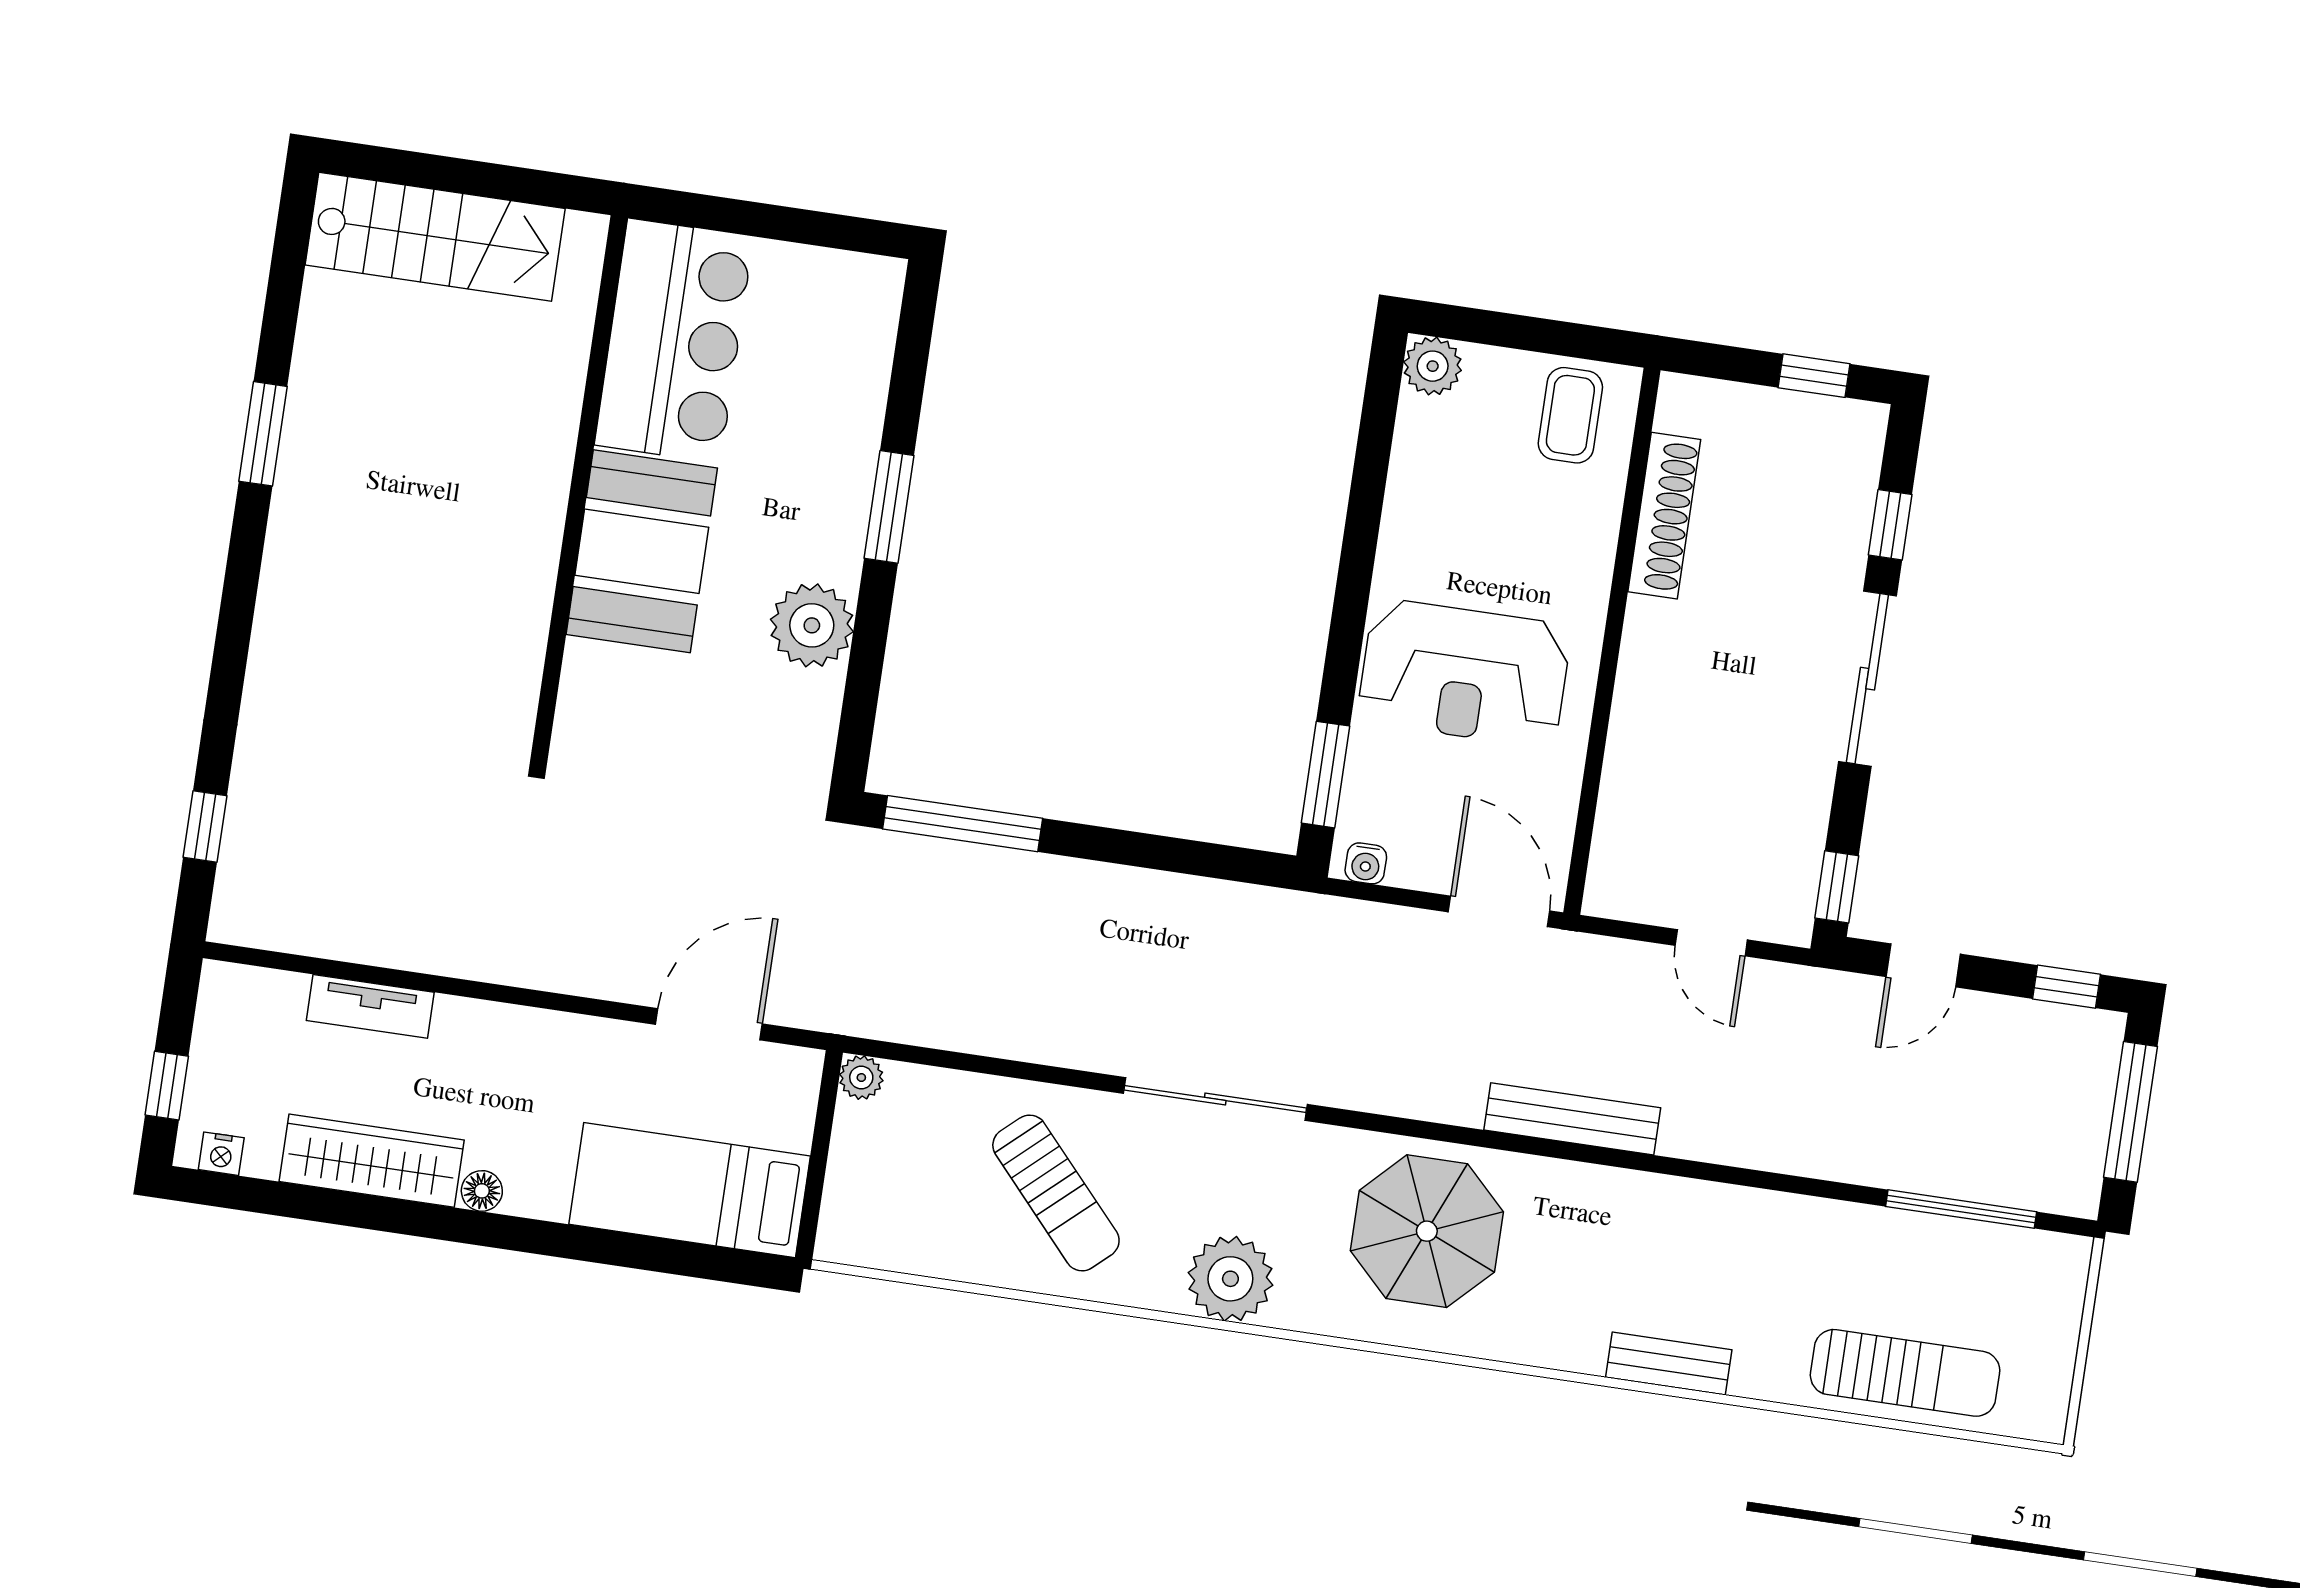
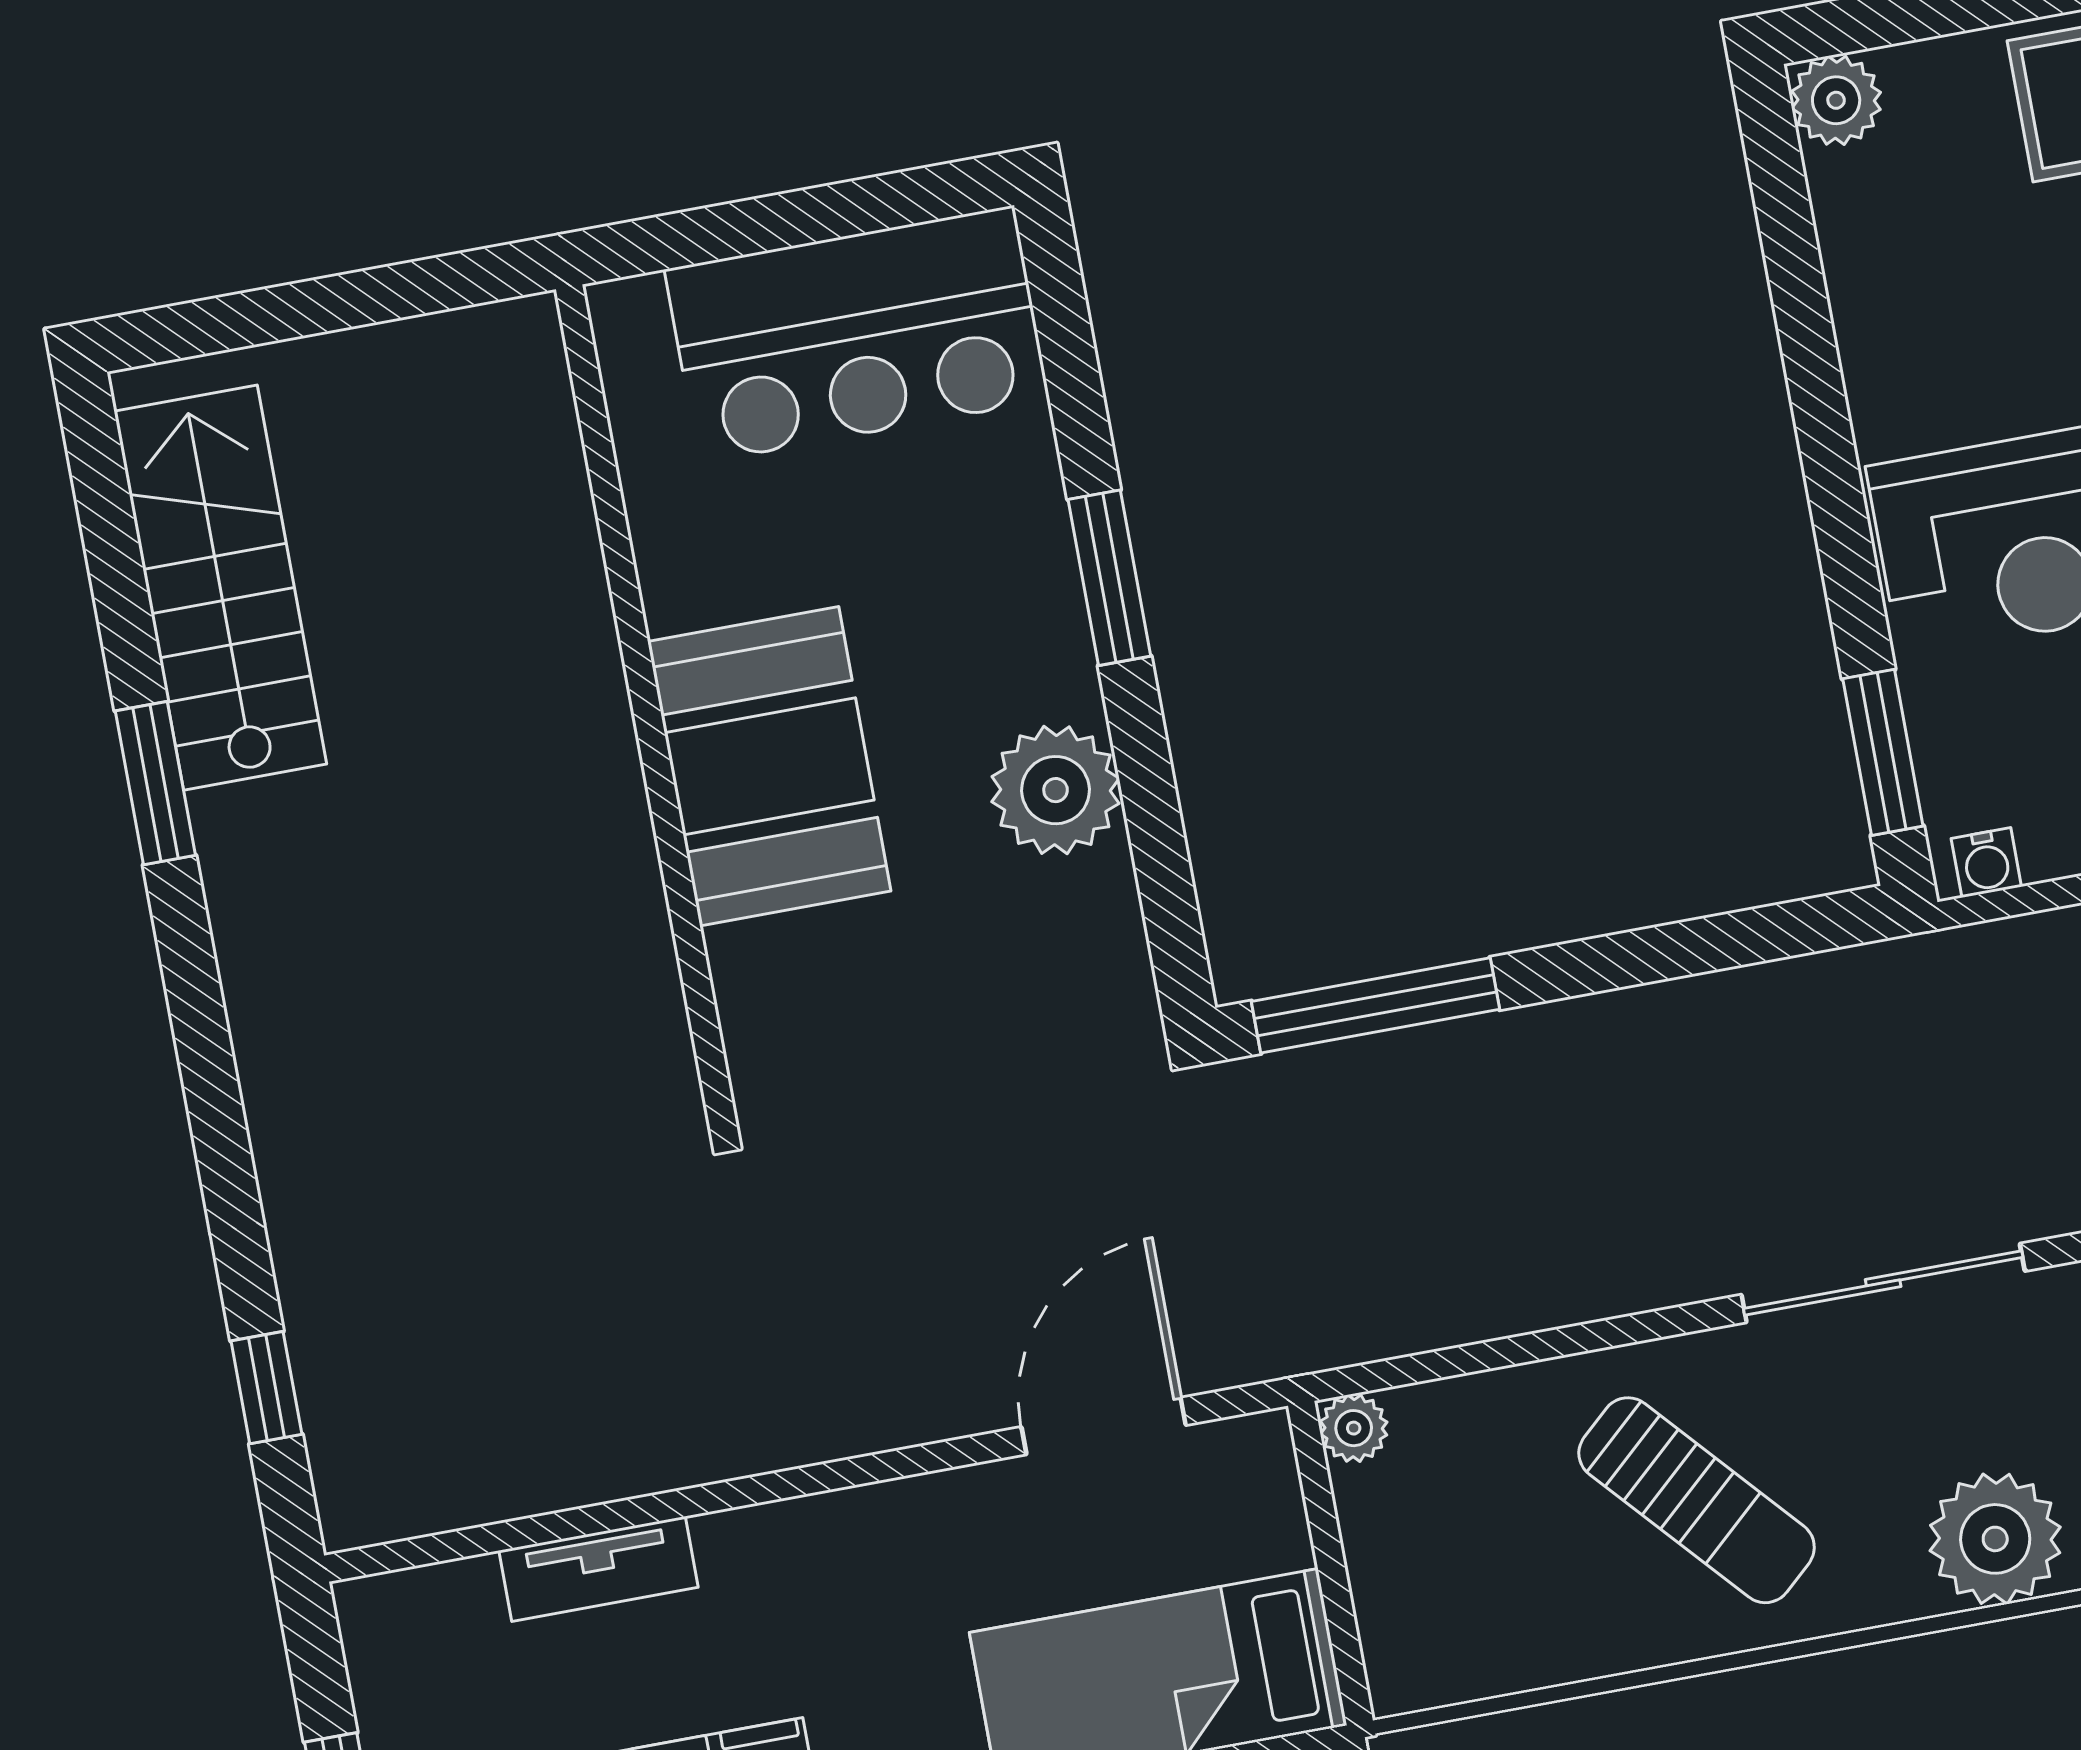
stairs: (435, 237) -> (220, 588), moved, turned -90
bar counter: (674, 341) -> (857, 334), moved, turned 90

